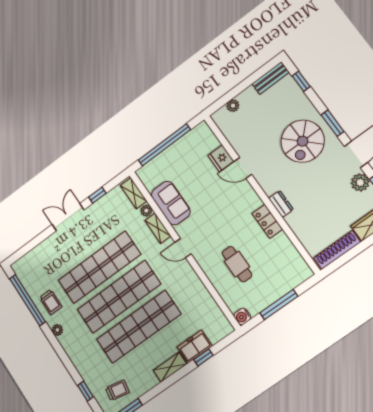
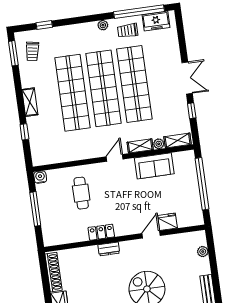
cafe table: (237, 264) -> (81, 193), turned 90
freezer: (195, 347) -> (156, 21), moved, turned 90

